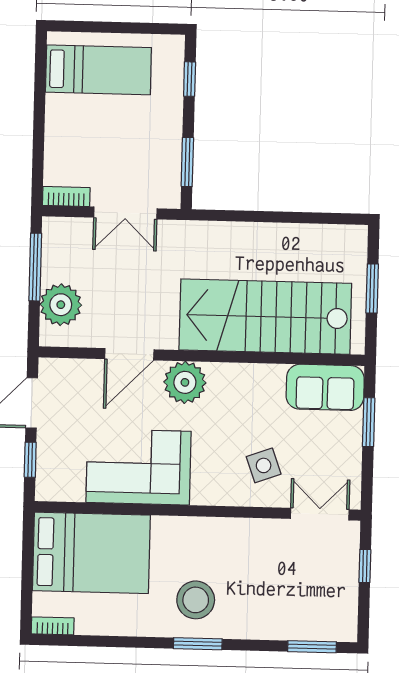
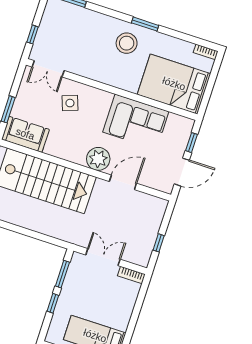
window: (190, 79) -> (53, 303), moved
window: (35, 267) -> (159, 243), width x0.46
plant: (61, 305) -> (151, 219), removed
window: (198, 644) -> (145, 24), moved

